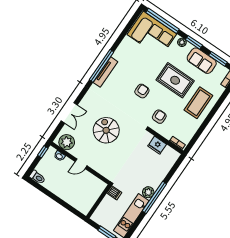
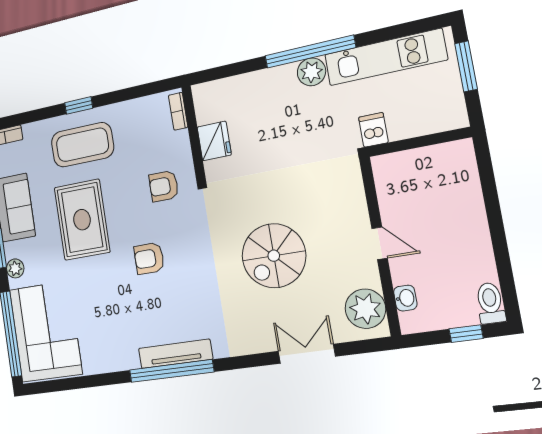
window: (212, 113) -> (79, 105), added
window: (43, 152) -> (466, 334), moved

